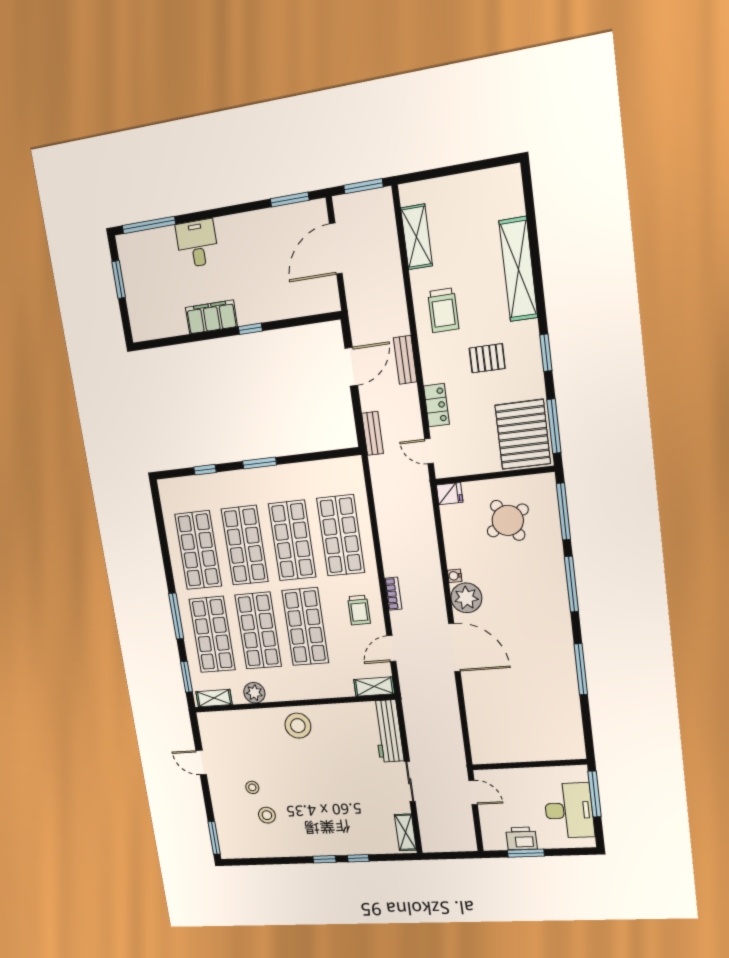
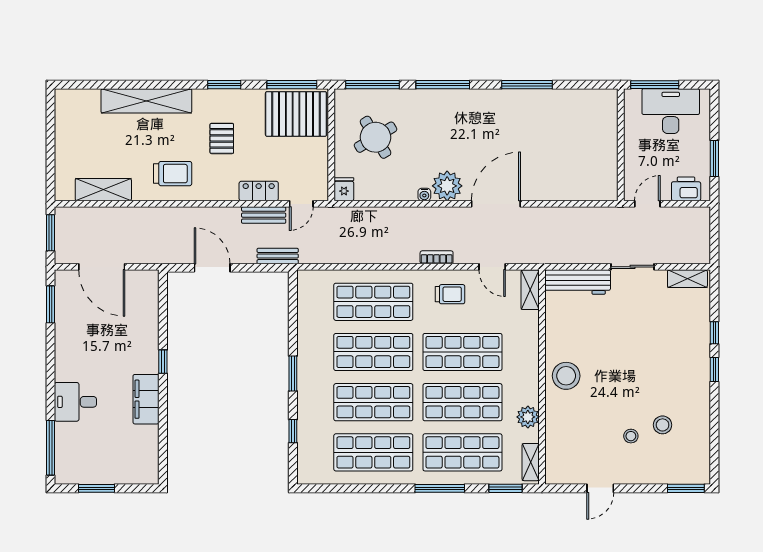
bench: (405, 360) -> (264, 215), moved
printer: (521, 838) -> (686, 189), moved, turned 90

